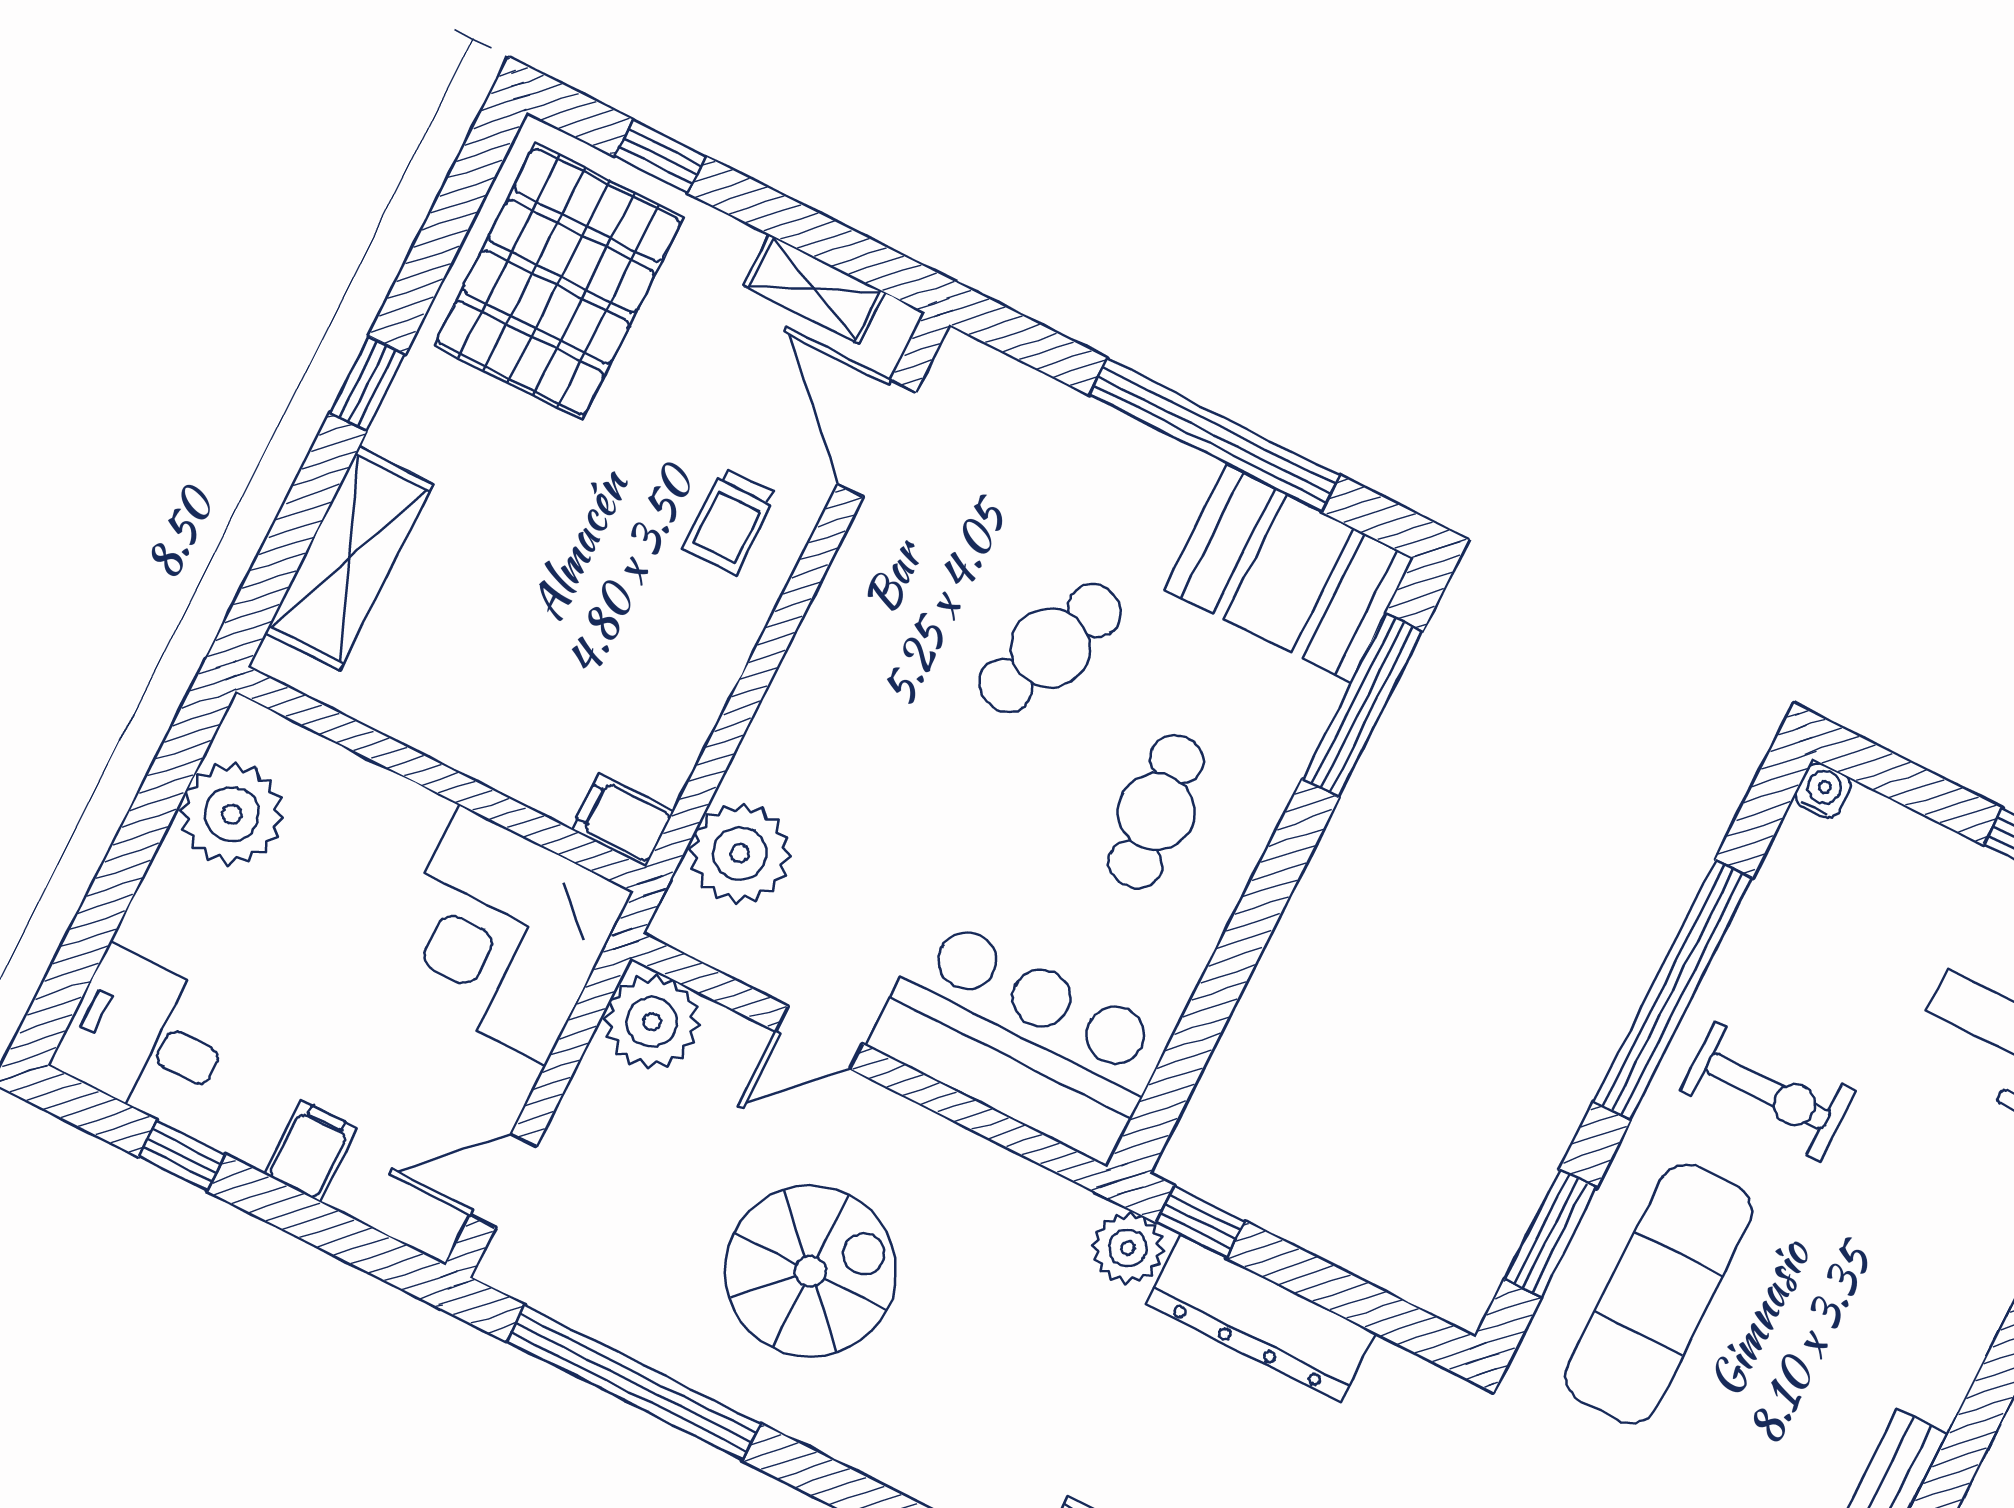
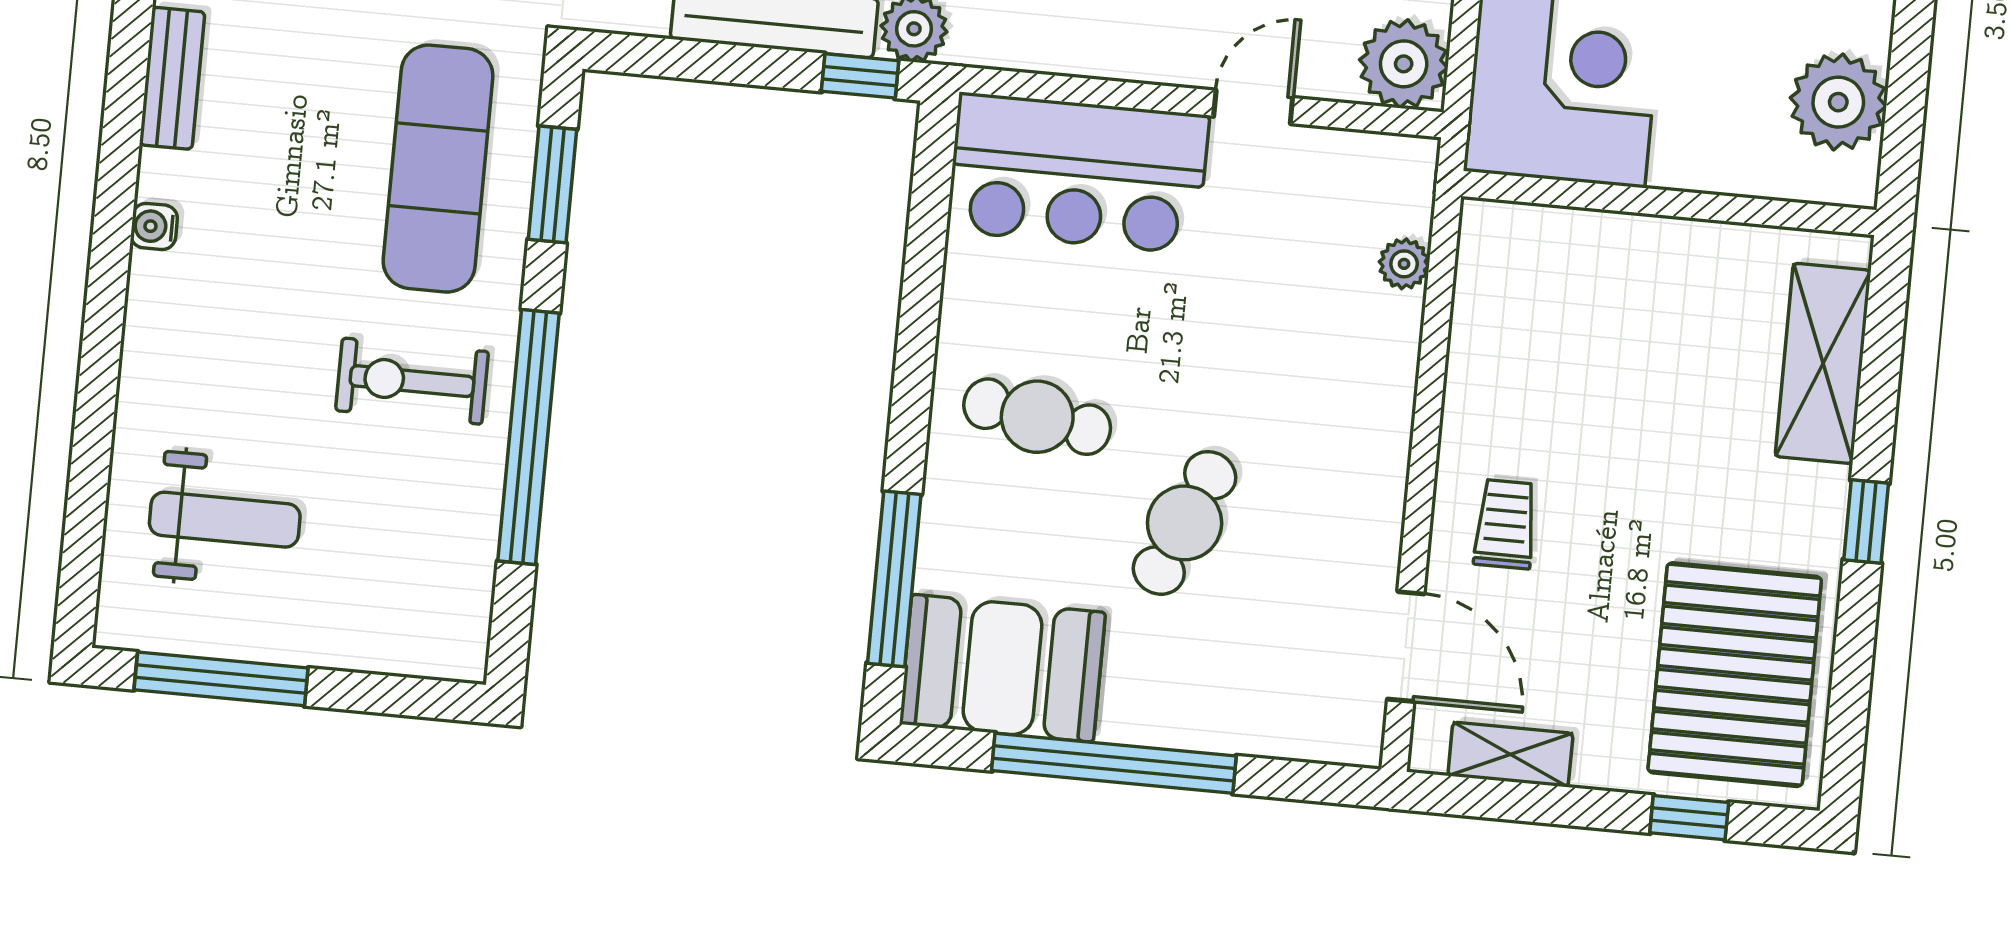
water cooler: (1823, 791) -> (154, 226), moved, turned 90
cafe table: (1156, 812) -> (1037, 417), turned -76
filing cabinet: (623, 820) -> (1497, 229), removed
plant: (740, 853) -> (1404, 264), width x0.53, depth x0.53

